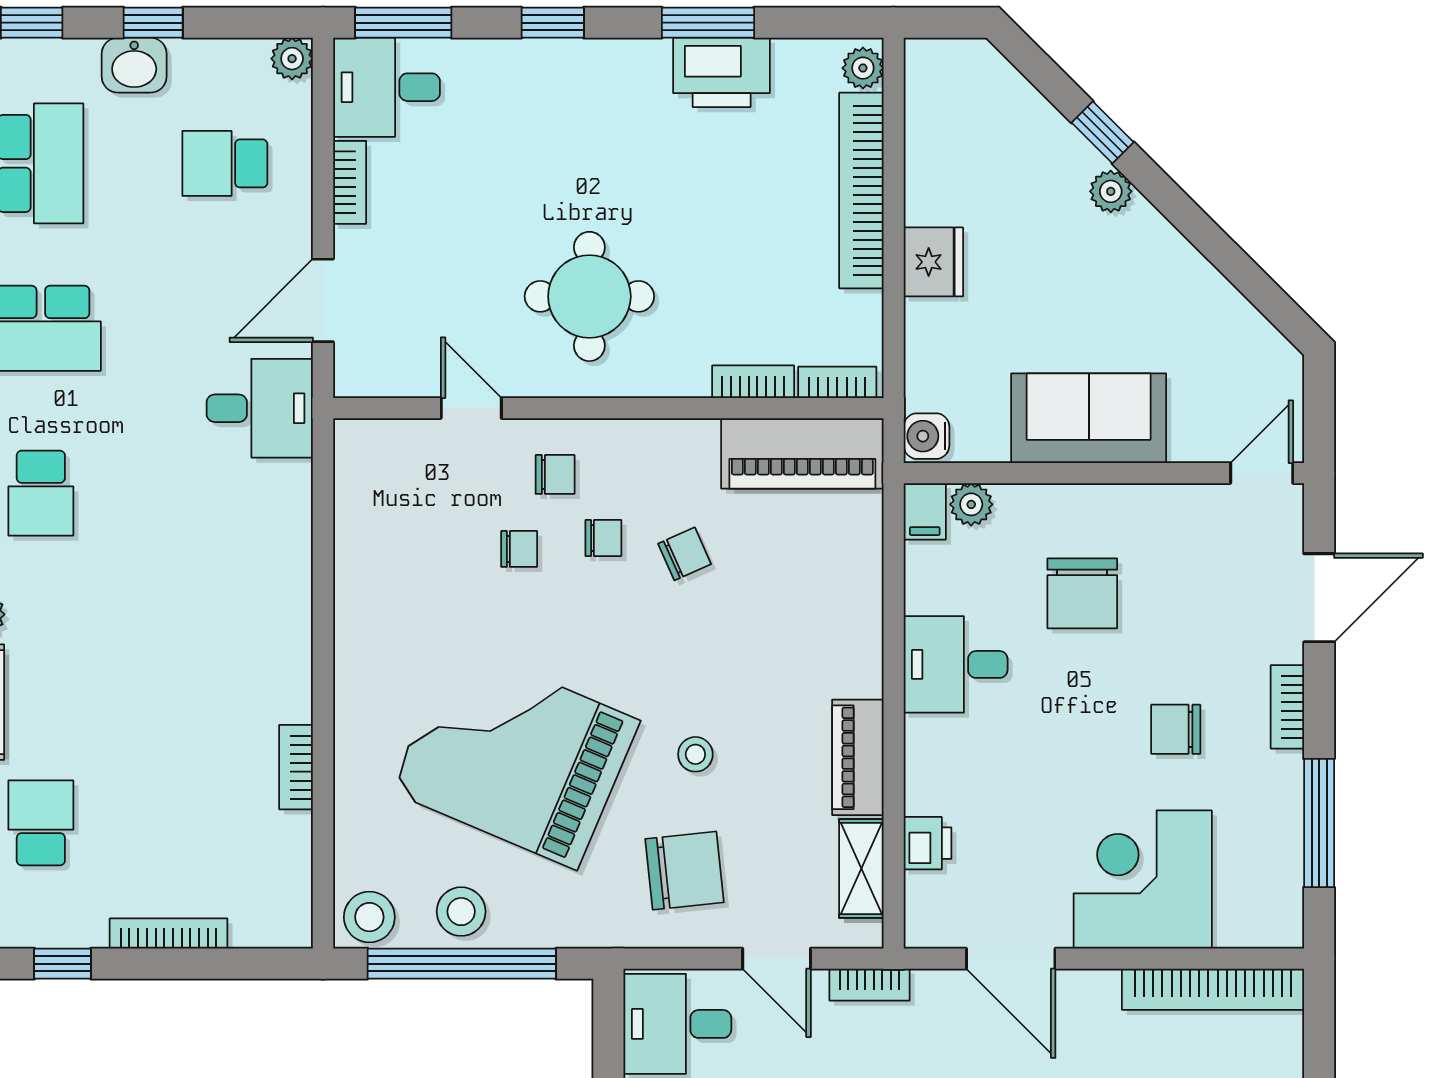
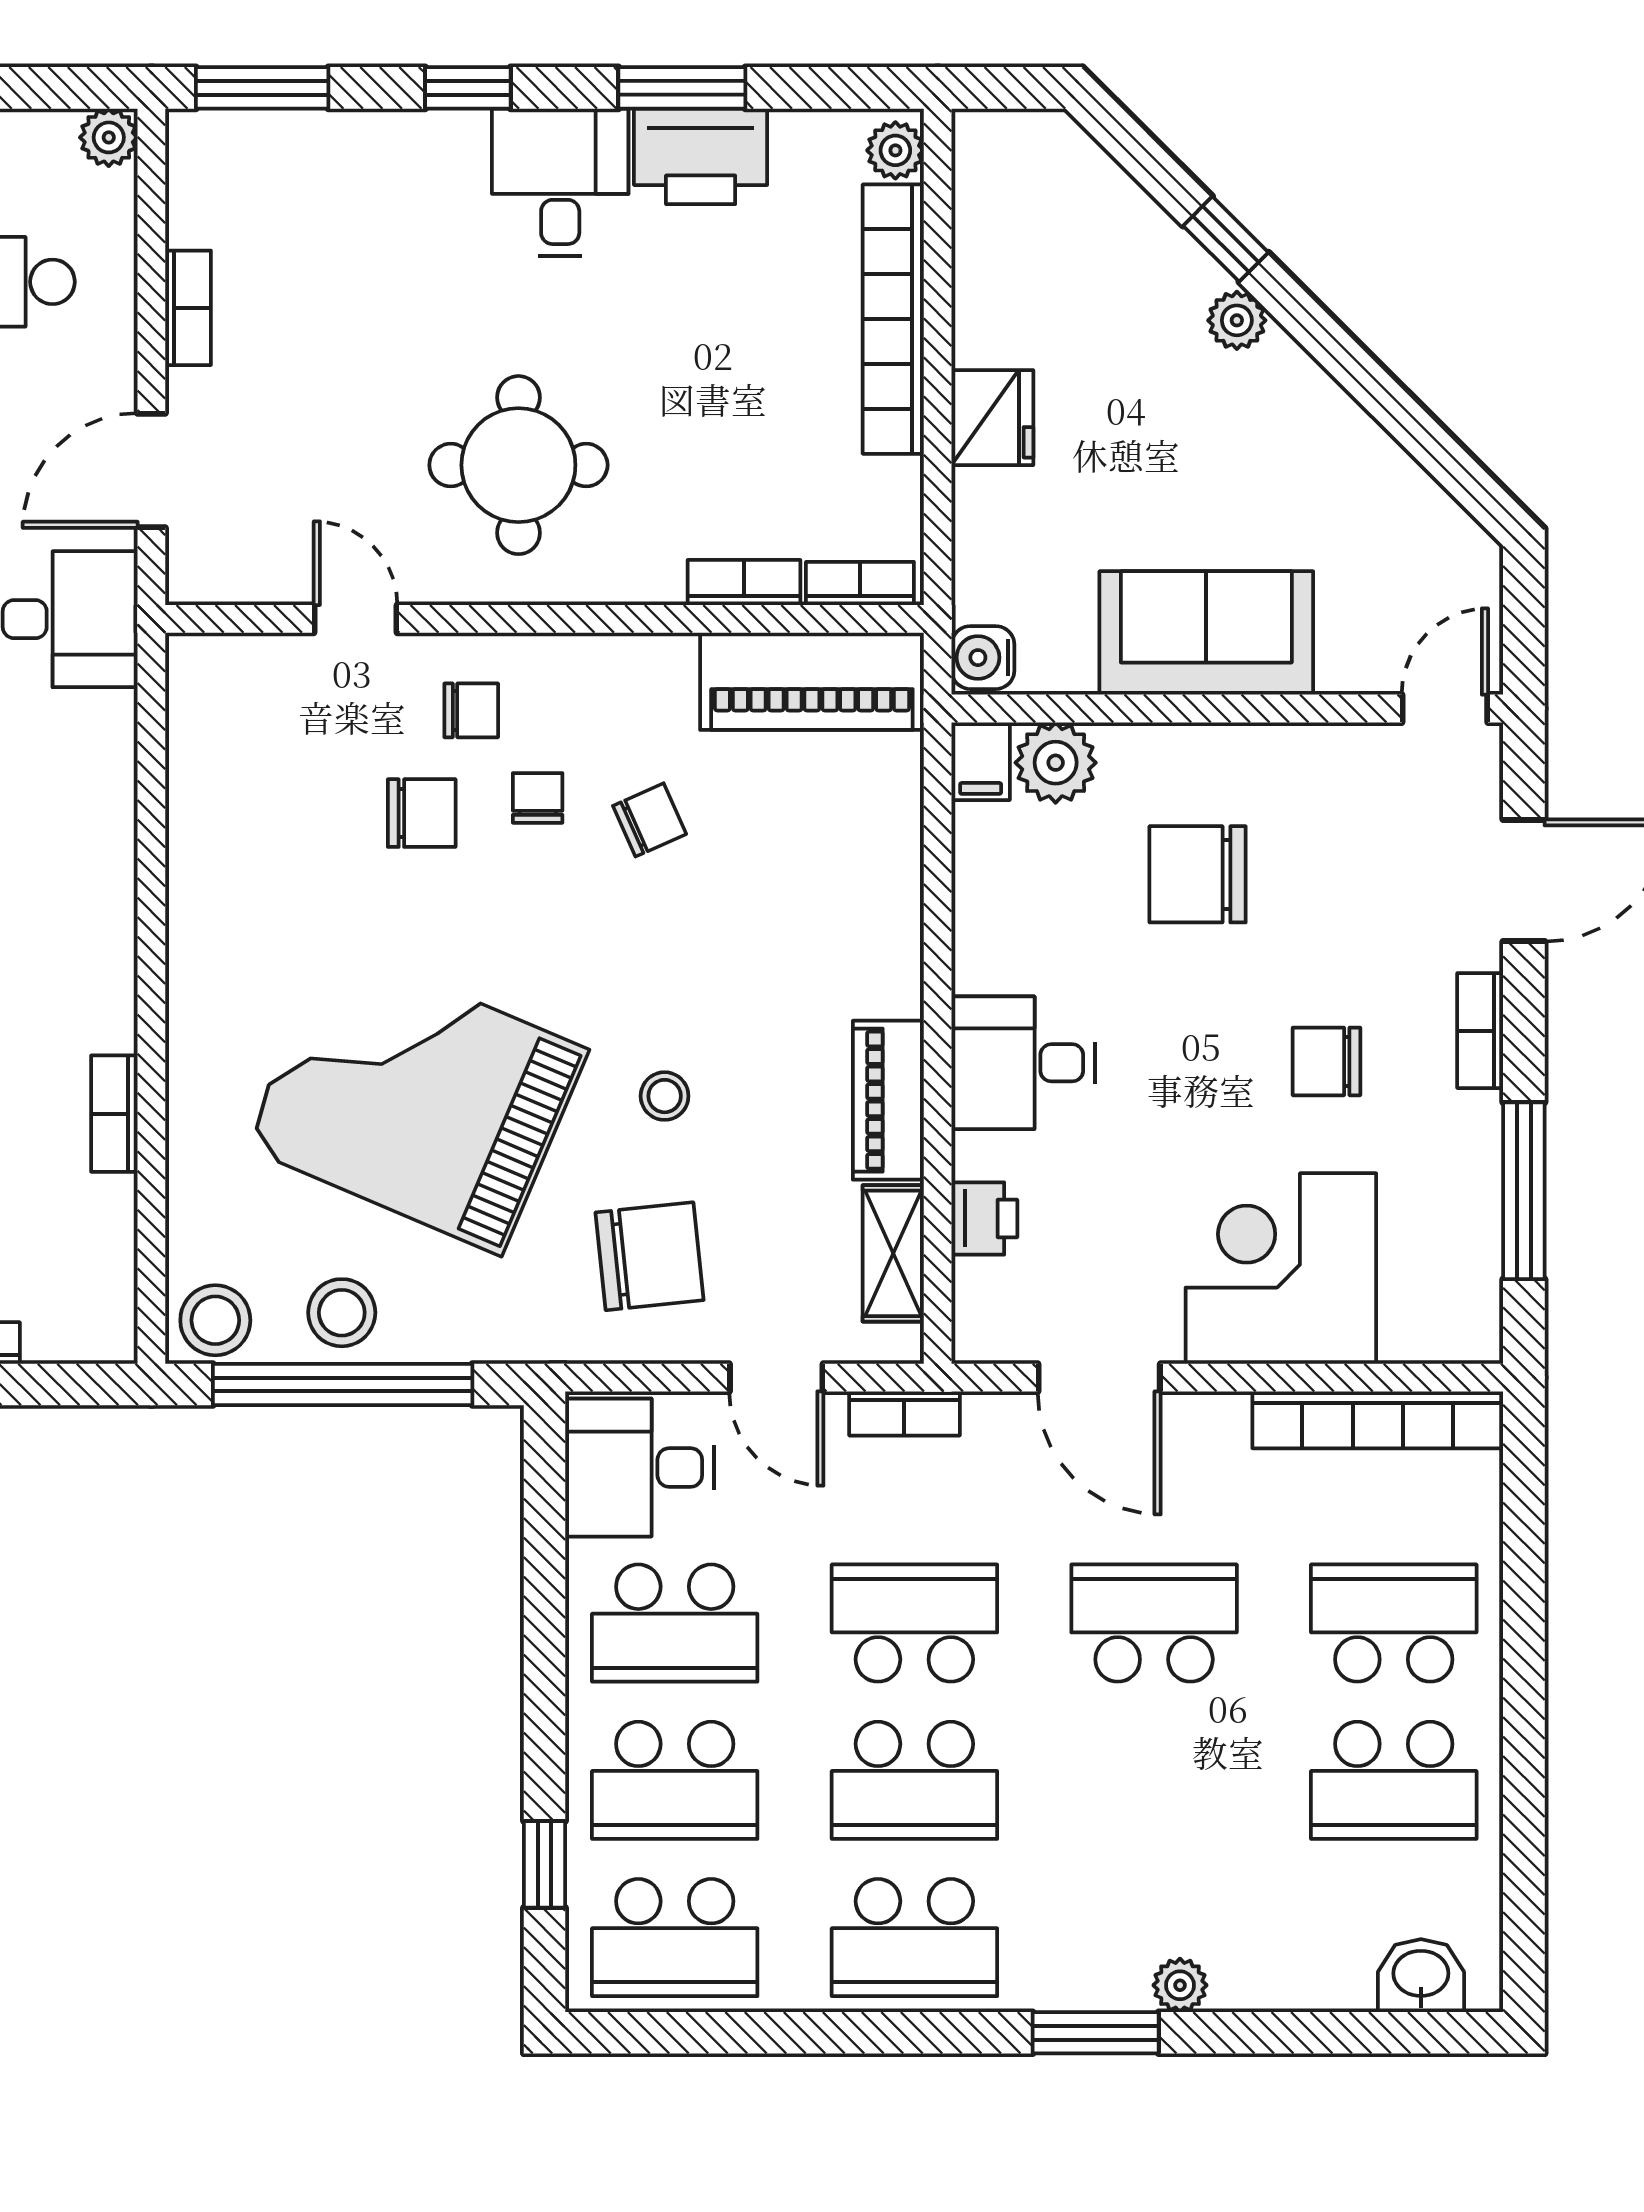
desk: (386, 87) -> (560, 182), moved, turned 90
plant: (971, 504) -> (1056, 763), width x1.38, depth x1.38
chair: (603, 538) -> (538, 798), turned -90
chair: (519, 549) -> (422, 813), width x1.37, depth x1.37
chair: (1082, 593) -> (1198, 874), turned 90
desk: (956, 664) -> (1023, 1063), moved

